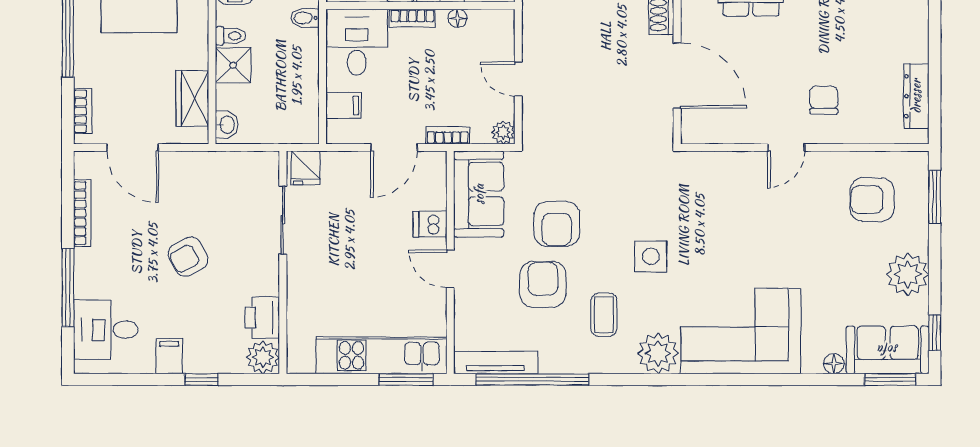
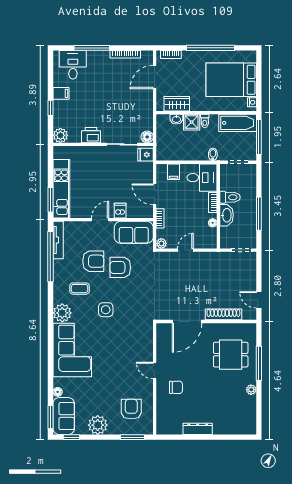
dresser: (916, 96) -> (198, 429), moved
washbasin: (227, 125) -> (176, 119), moved
floor lamp: (266, 164) -> (147, 137), added
armchair: (188, 257) -> (106, 102), removed
printer: (262, 318) -> (91, 135), moved

